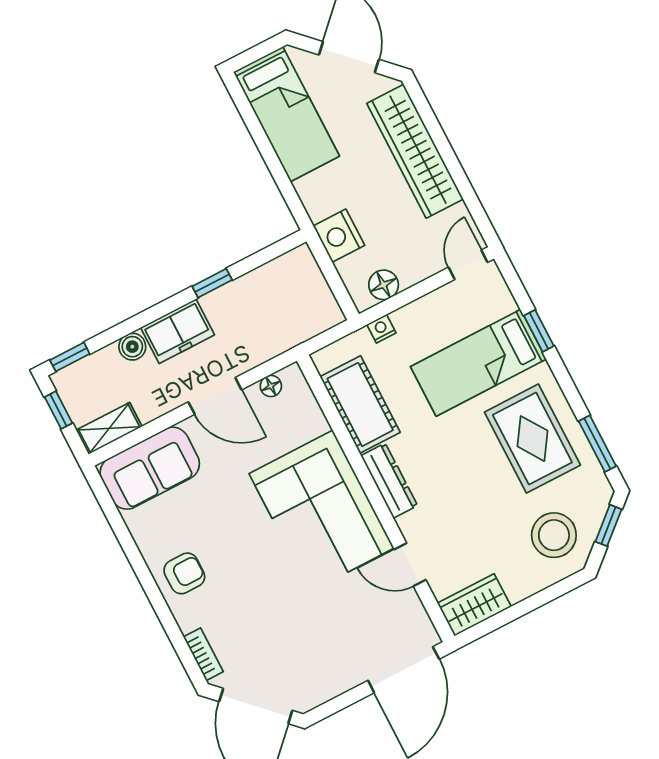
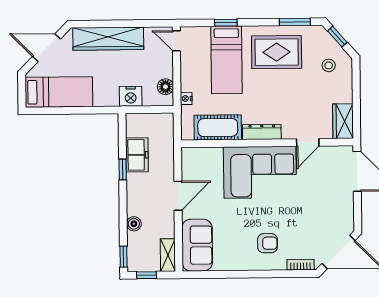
freezer: (177, 331) -> (137, 155), moved
floor lamp: (271, 386) -> (187, 166), removed
stool: (554, 535) -> (329, 65), width x0.53, depth x0.53
armchair: (184, 573) -> (267, 243), moved, turned 90

